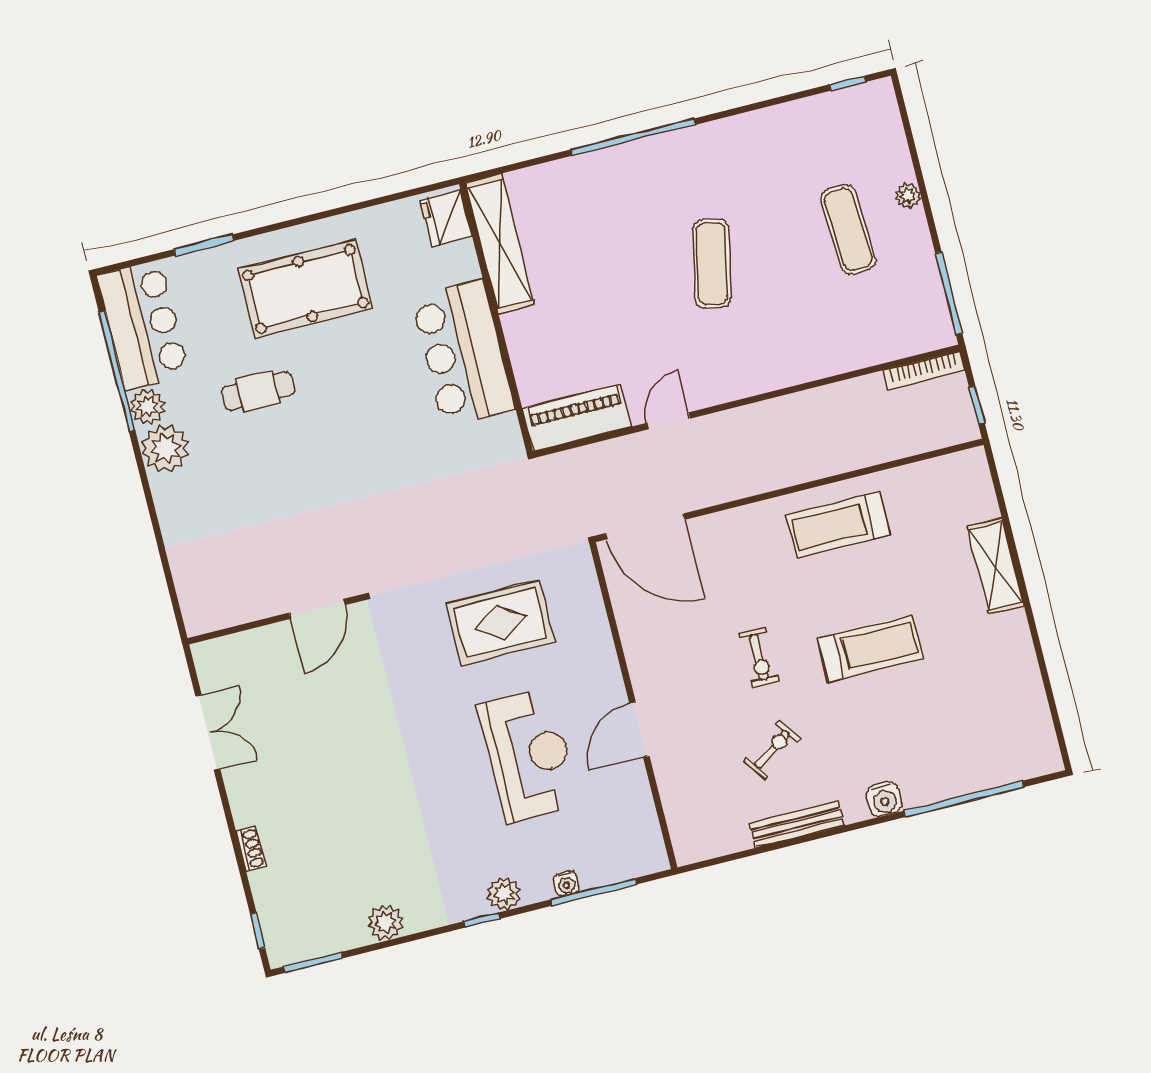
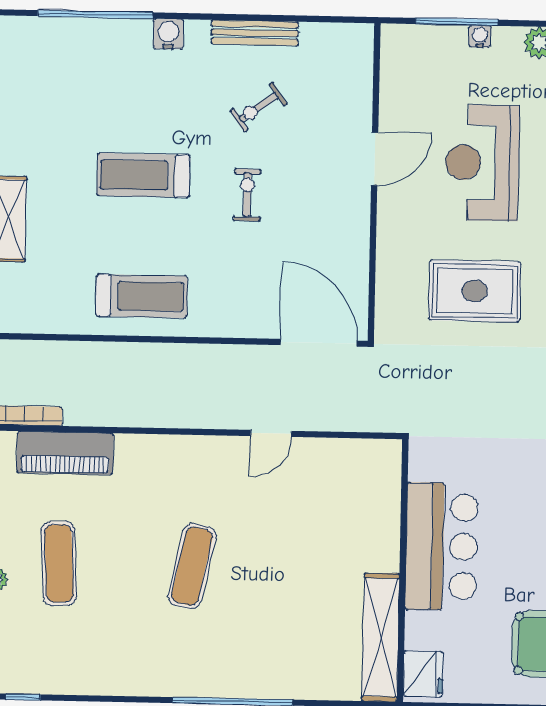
piano: (577, 418) -> (65, 453), moved

